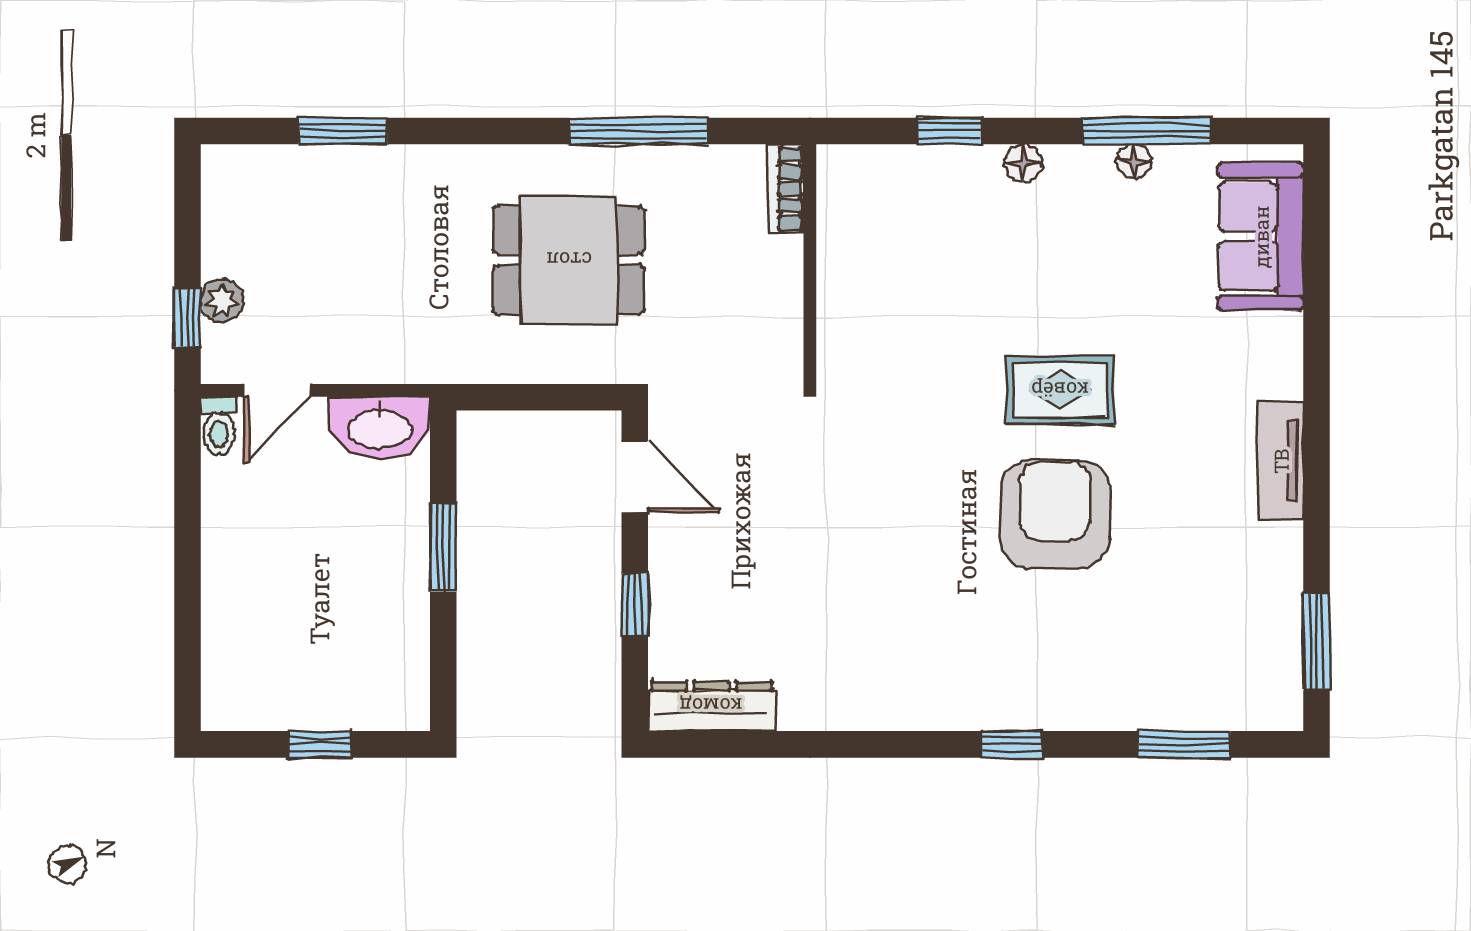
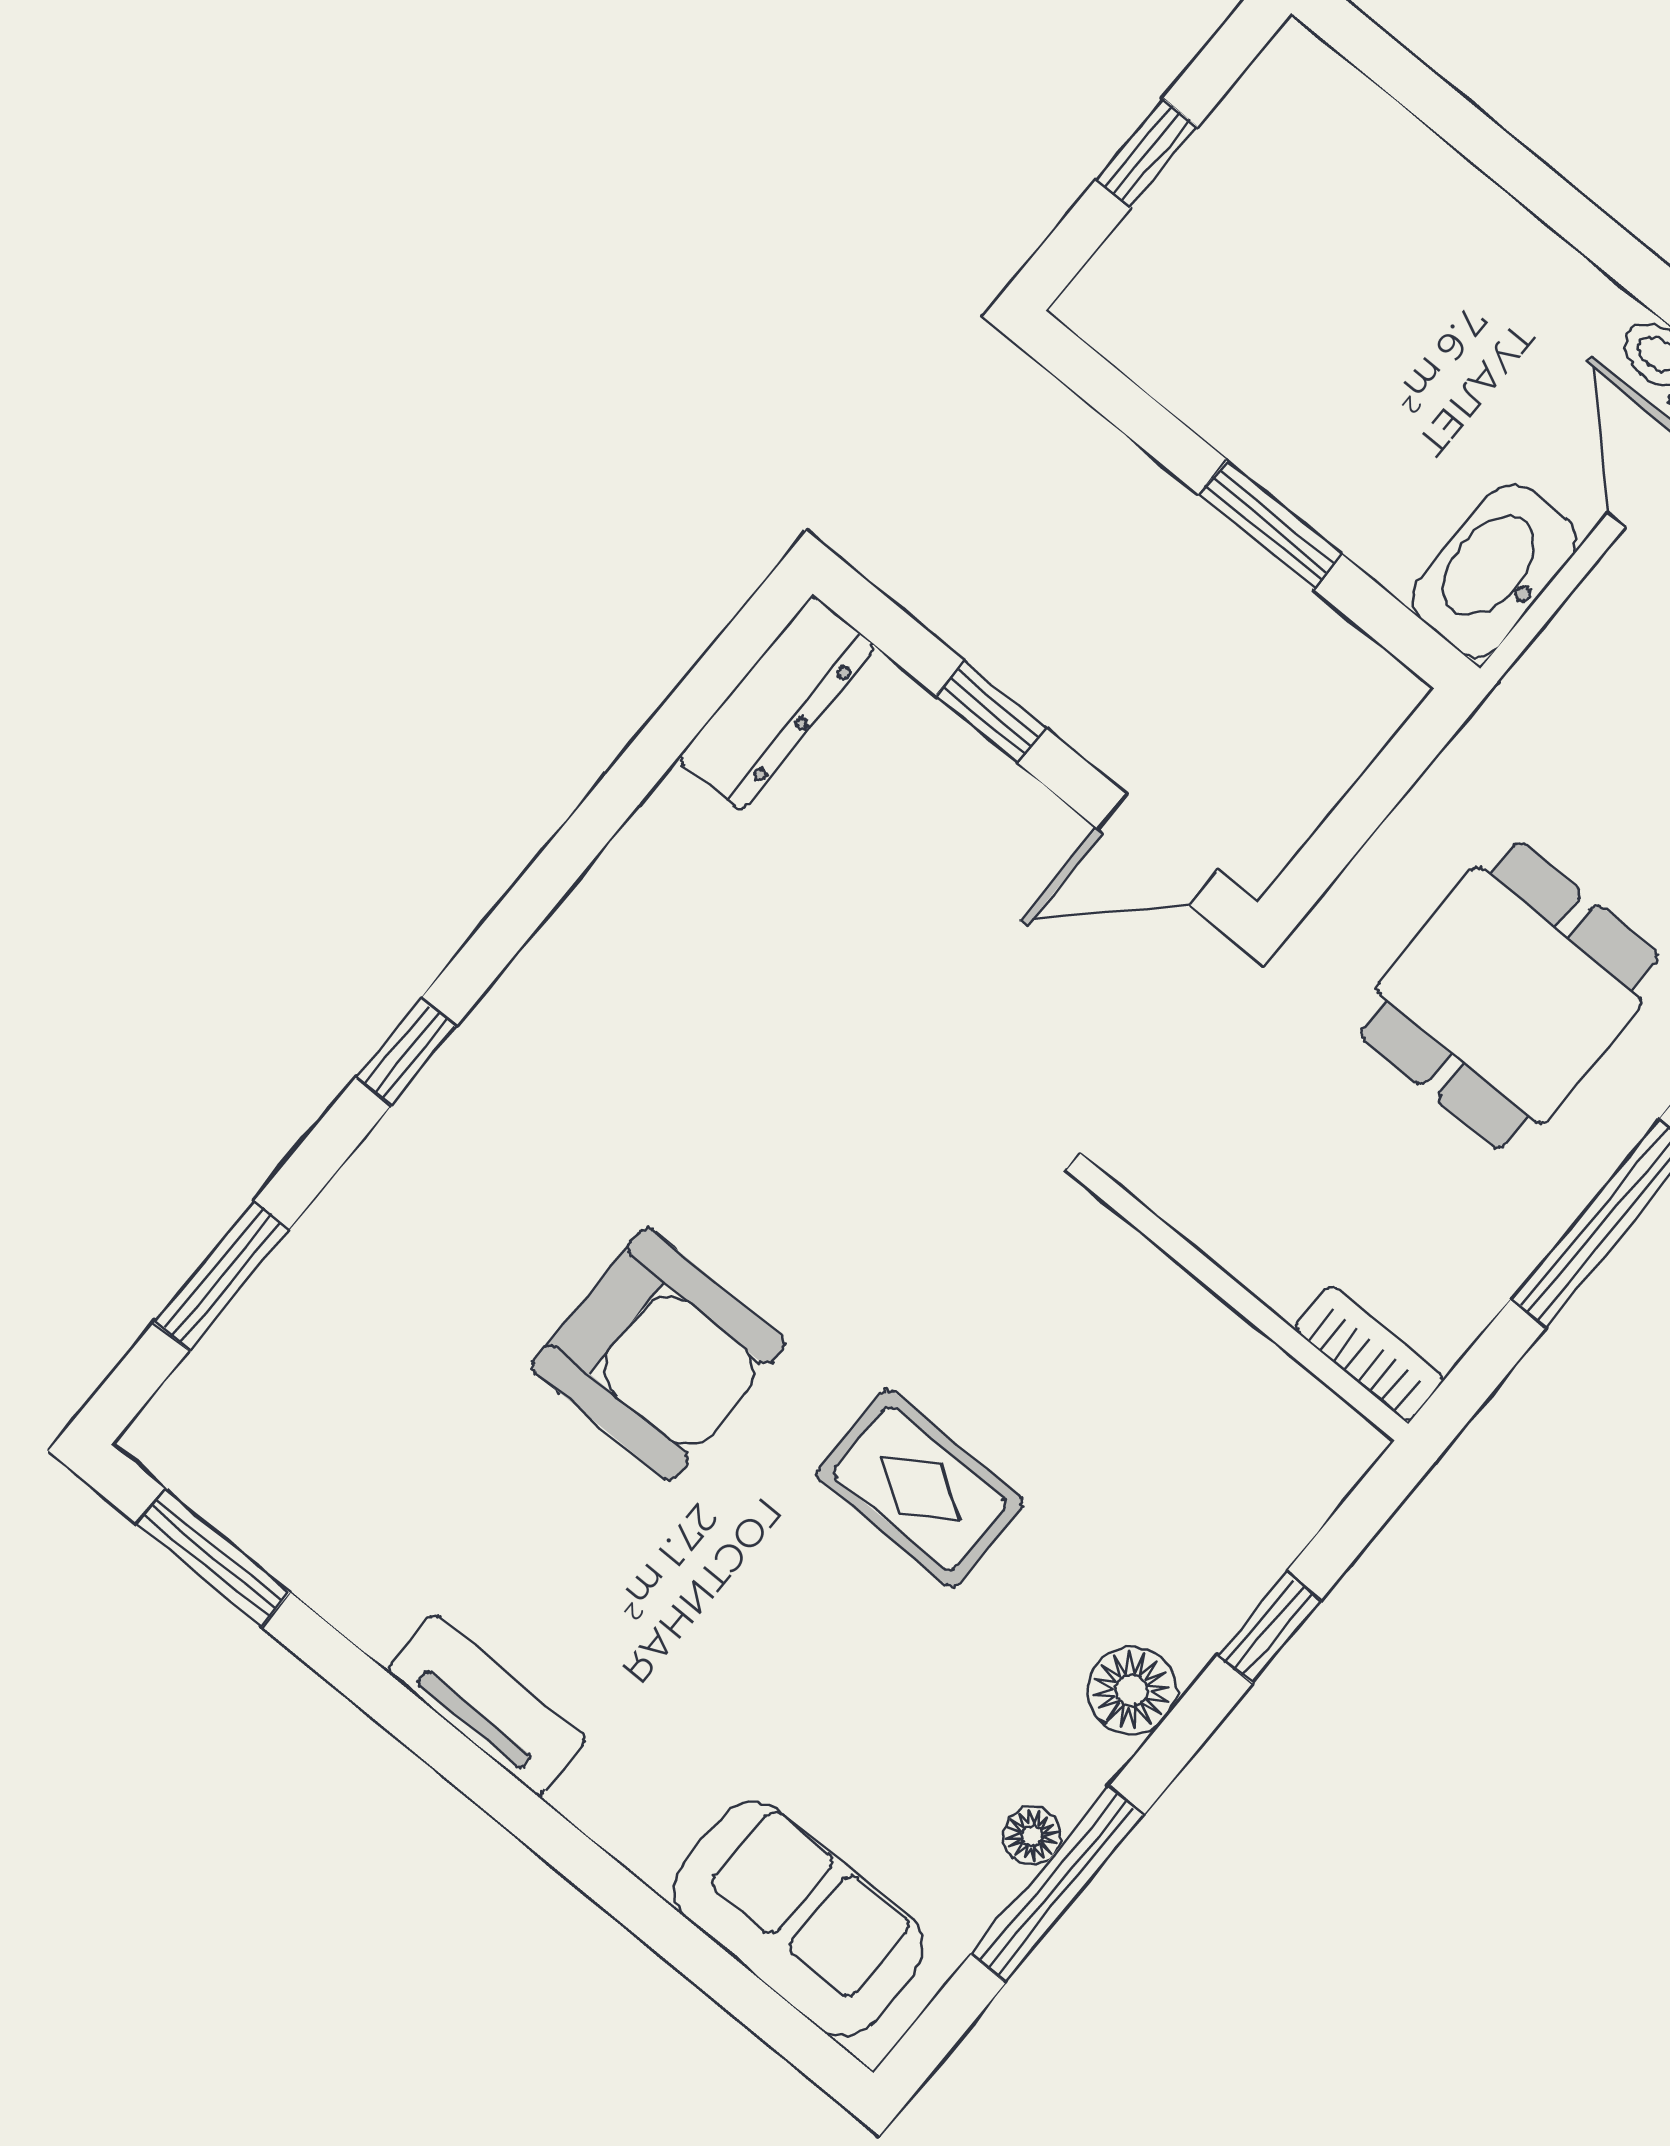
floor lamp: (1023, 163) -> (1132, 1690), width x1.37, depth x1.37
rug: (1060, 390) -> (920, 1488), moved, turned 90

